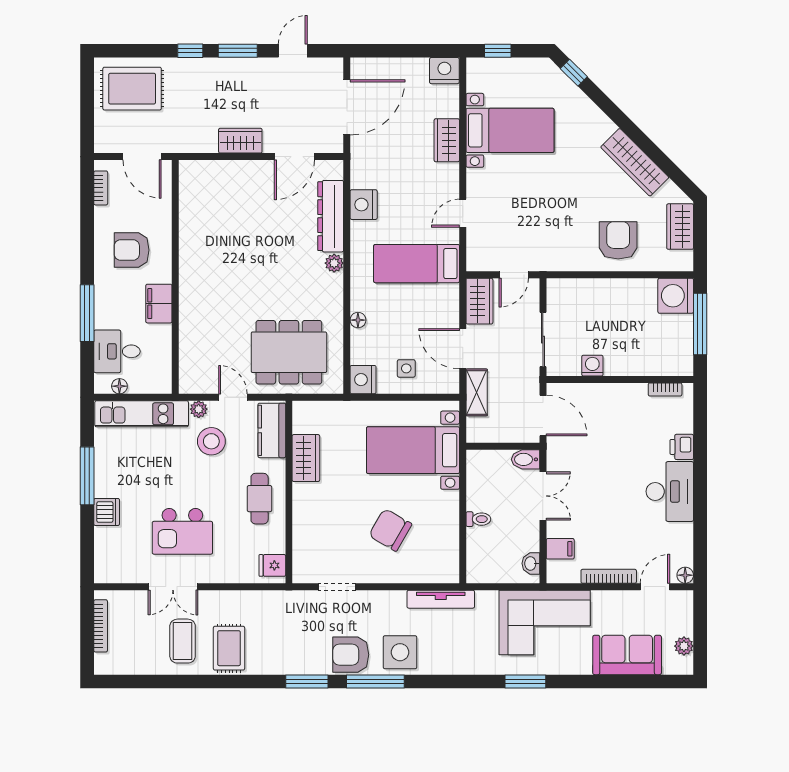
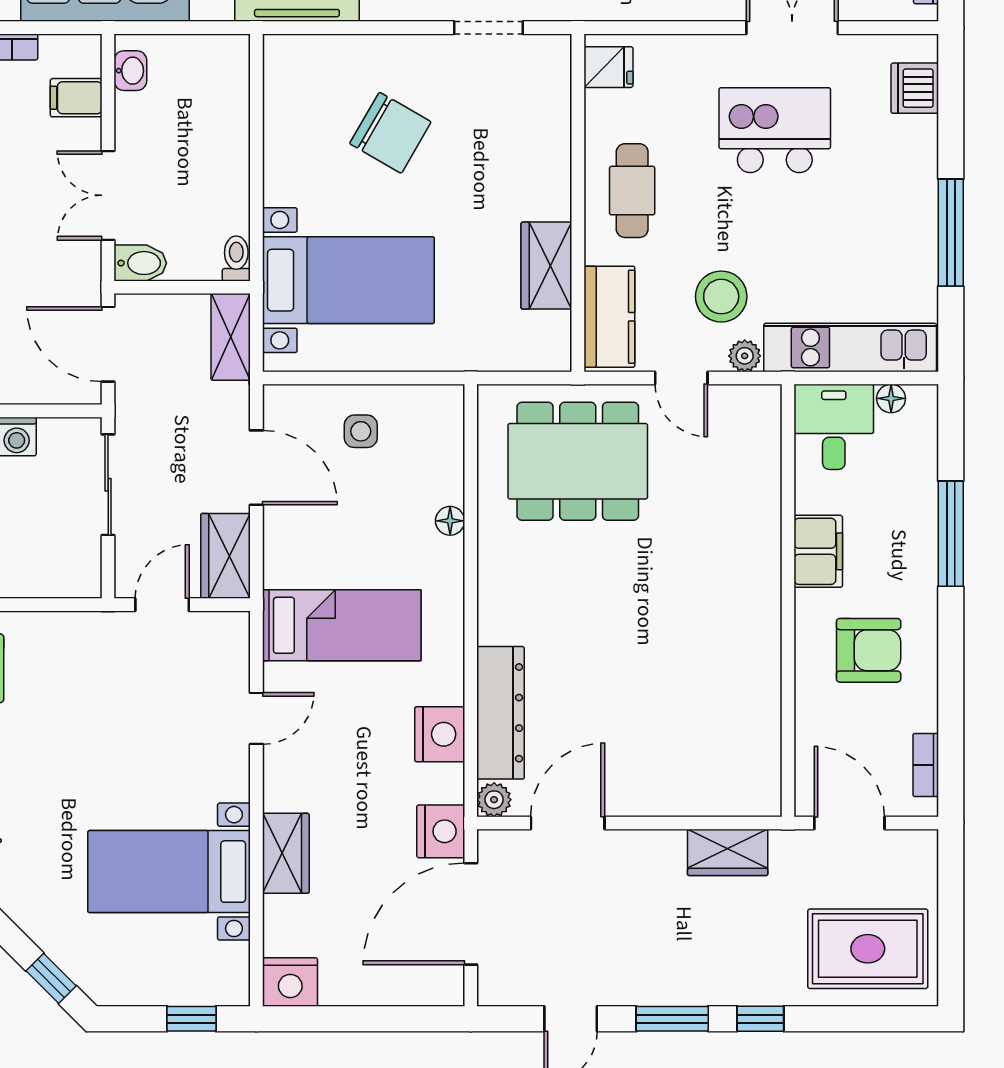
wardrobe: (240, 141) -> (728, 852), moved
plant: (334, 263) -> (494, 800), moved
desk: (117, 351) -> (834, 427), moved, turned -90
nightstand: (363, 380) -> (441, 831), moved
shelving: (477, 392) -> (231, 337), moved
dishwasher: (107, 512) -> (915, 88), moved
toilet: (478, 519) -> (236, 258), moved, turned 90

